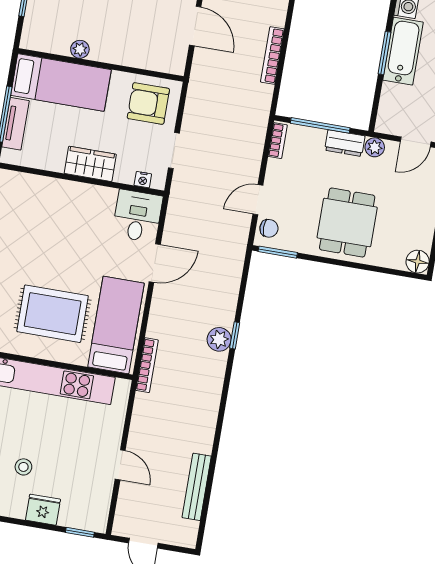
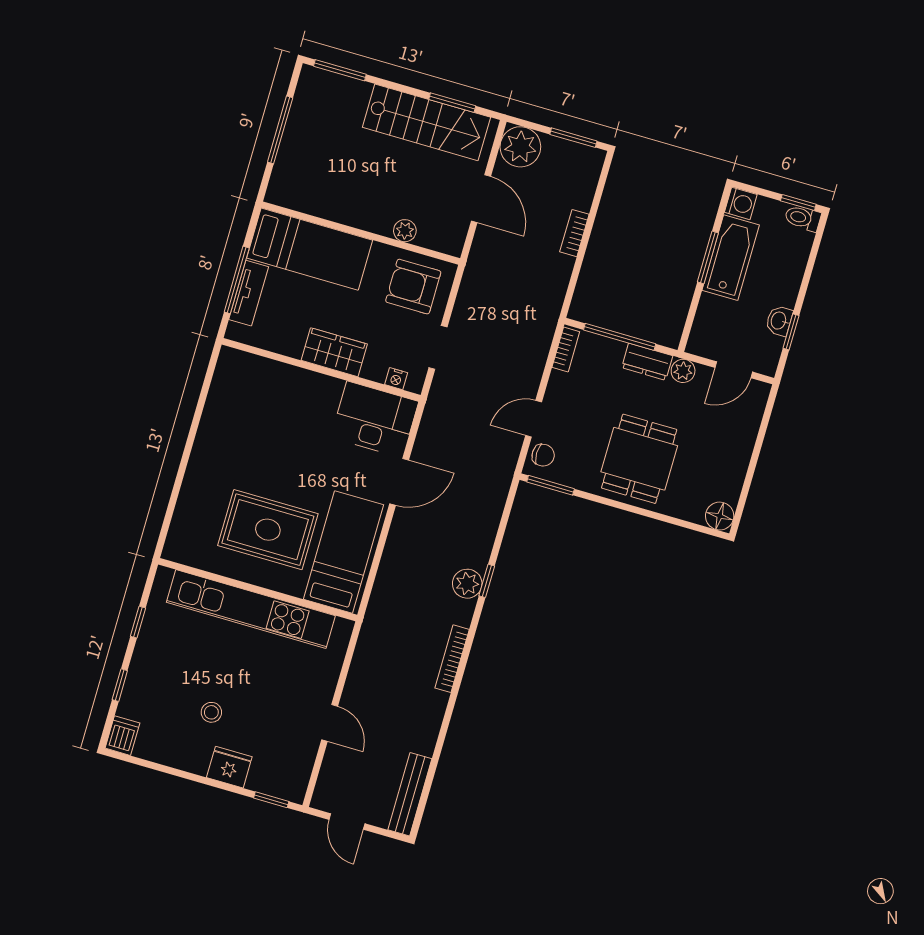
plant: (80, 49) -> (405, 231), moved
bookcase: (272, 55) -> (574, 233), width x0.64
desk: (137, 216) -> (375, 419), width x1.37
bookcase: (147, 365) -> (452, 659), moved, turned 180
bench: (197, 487) -> (410, 794), moved

